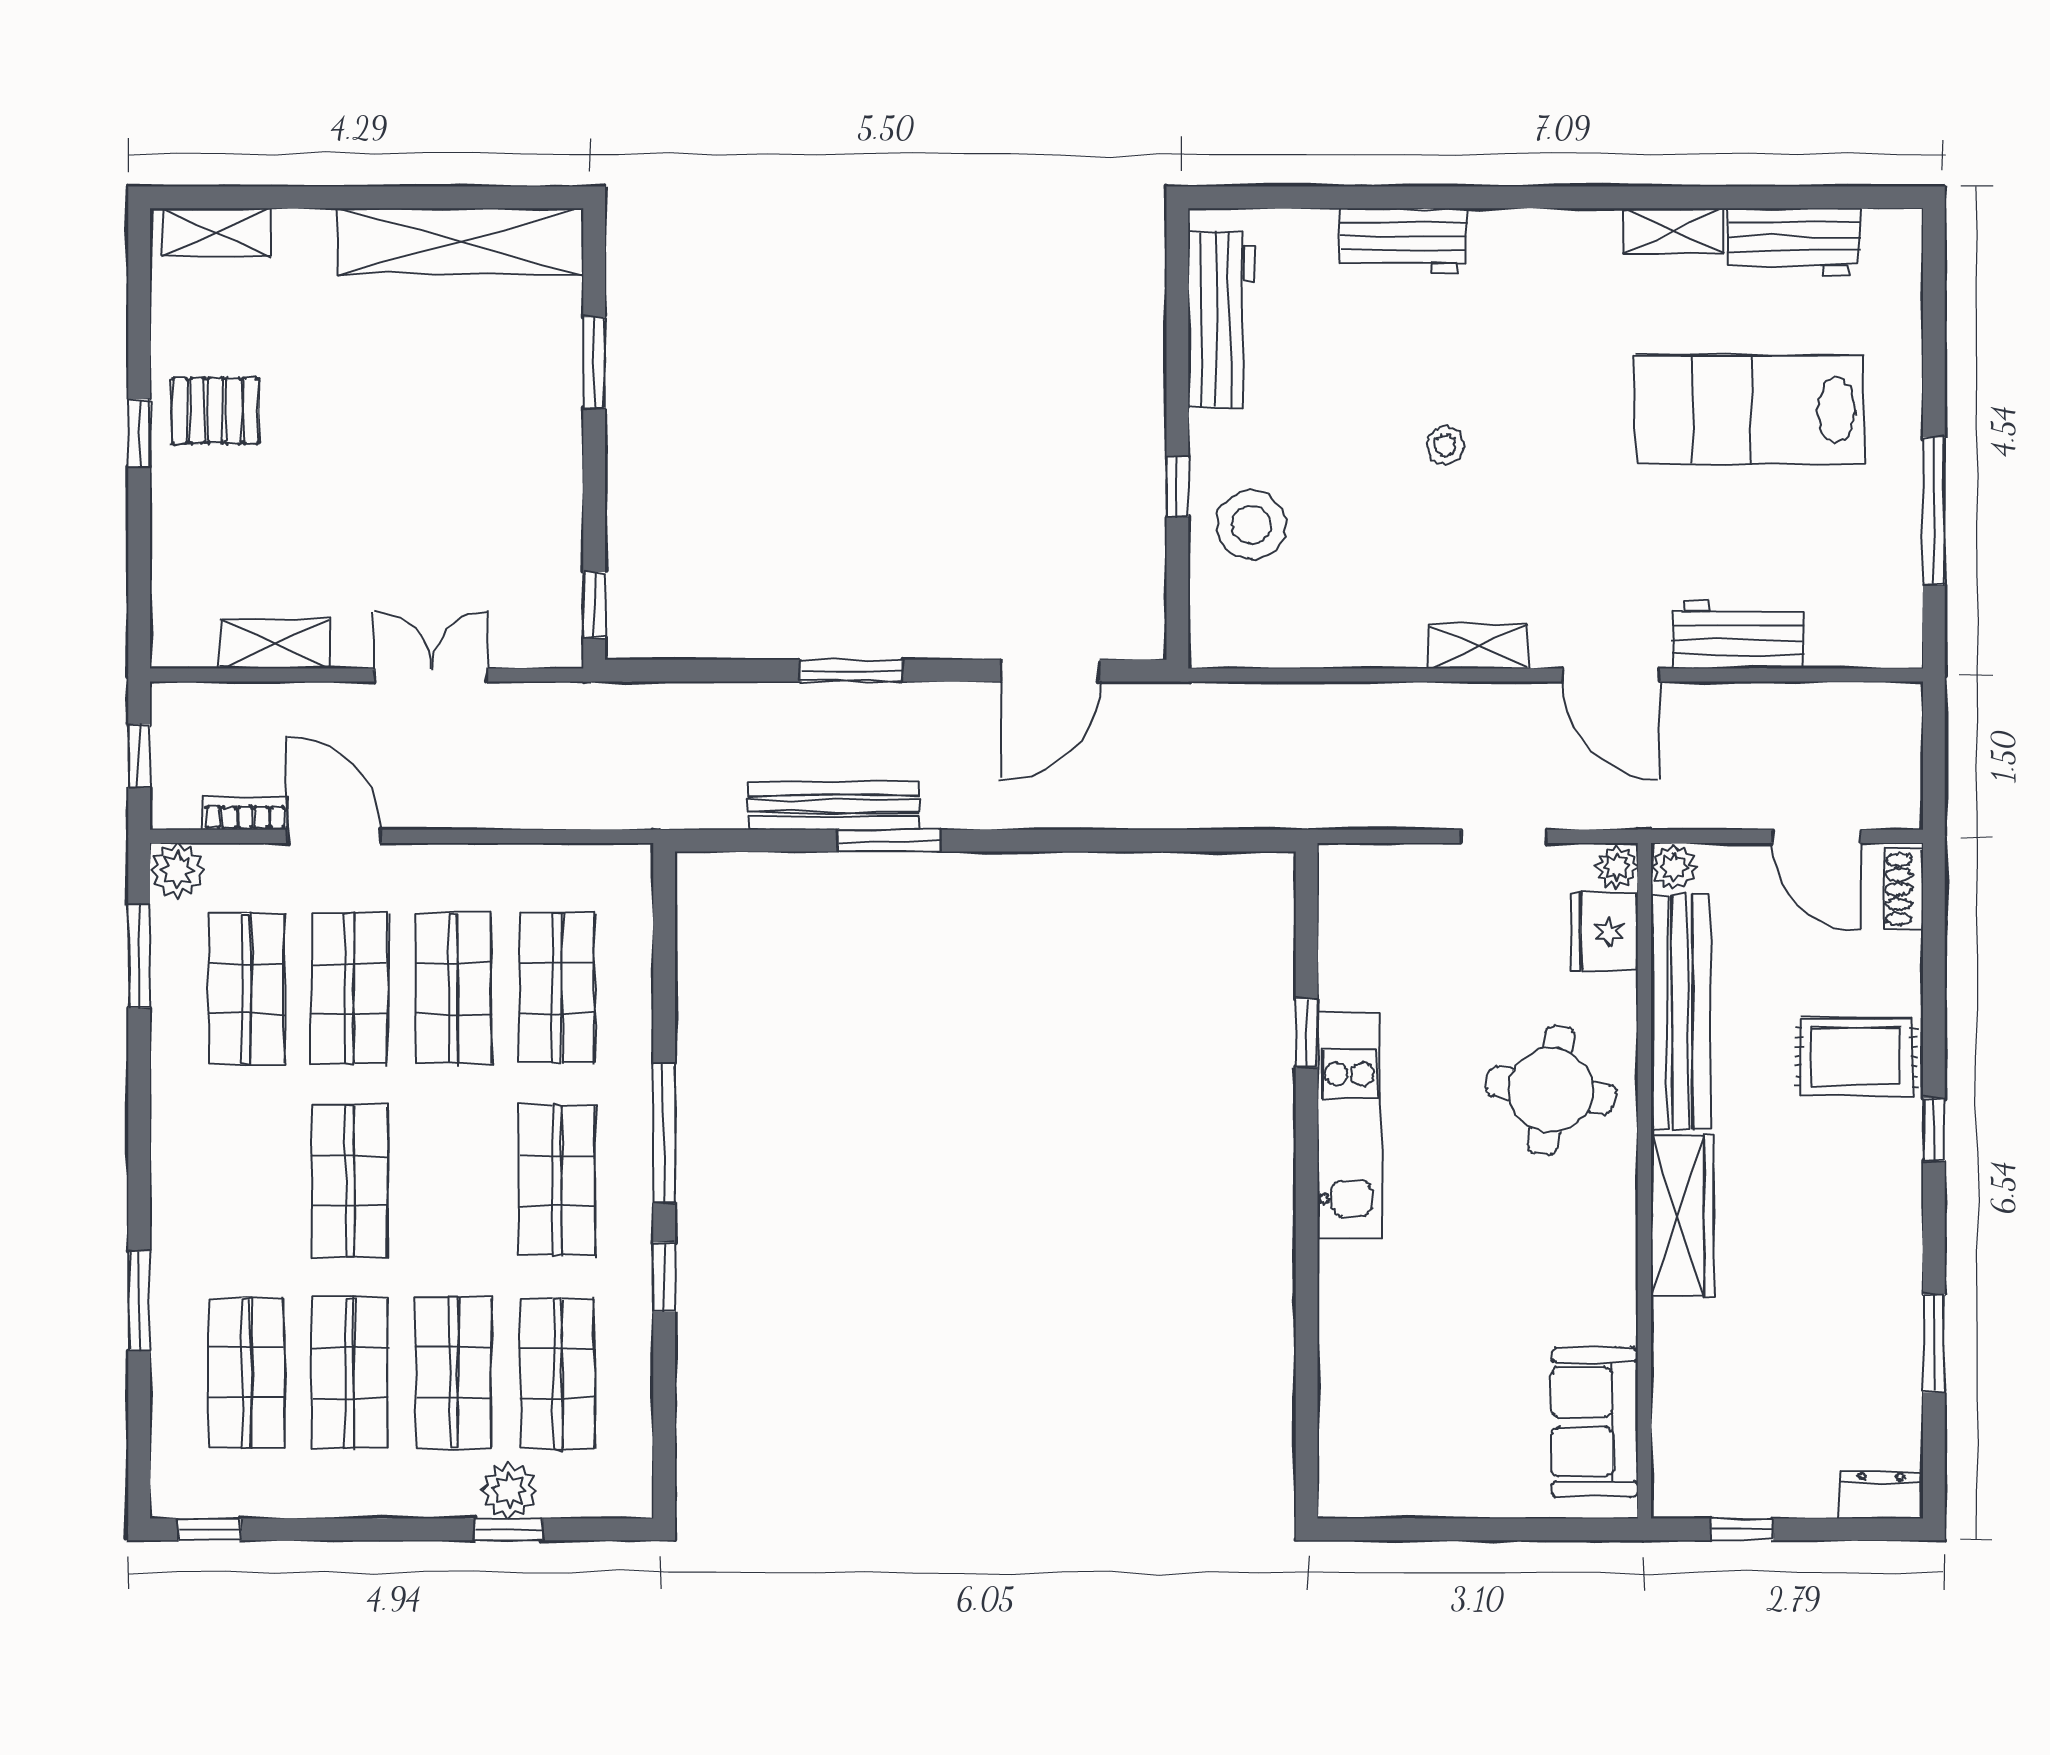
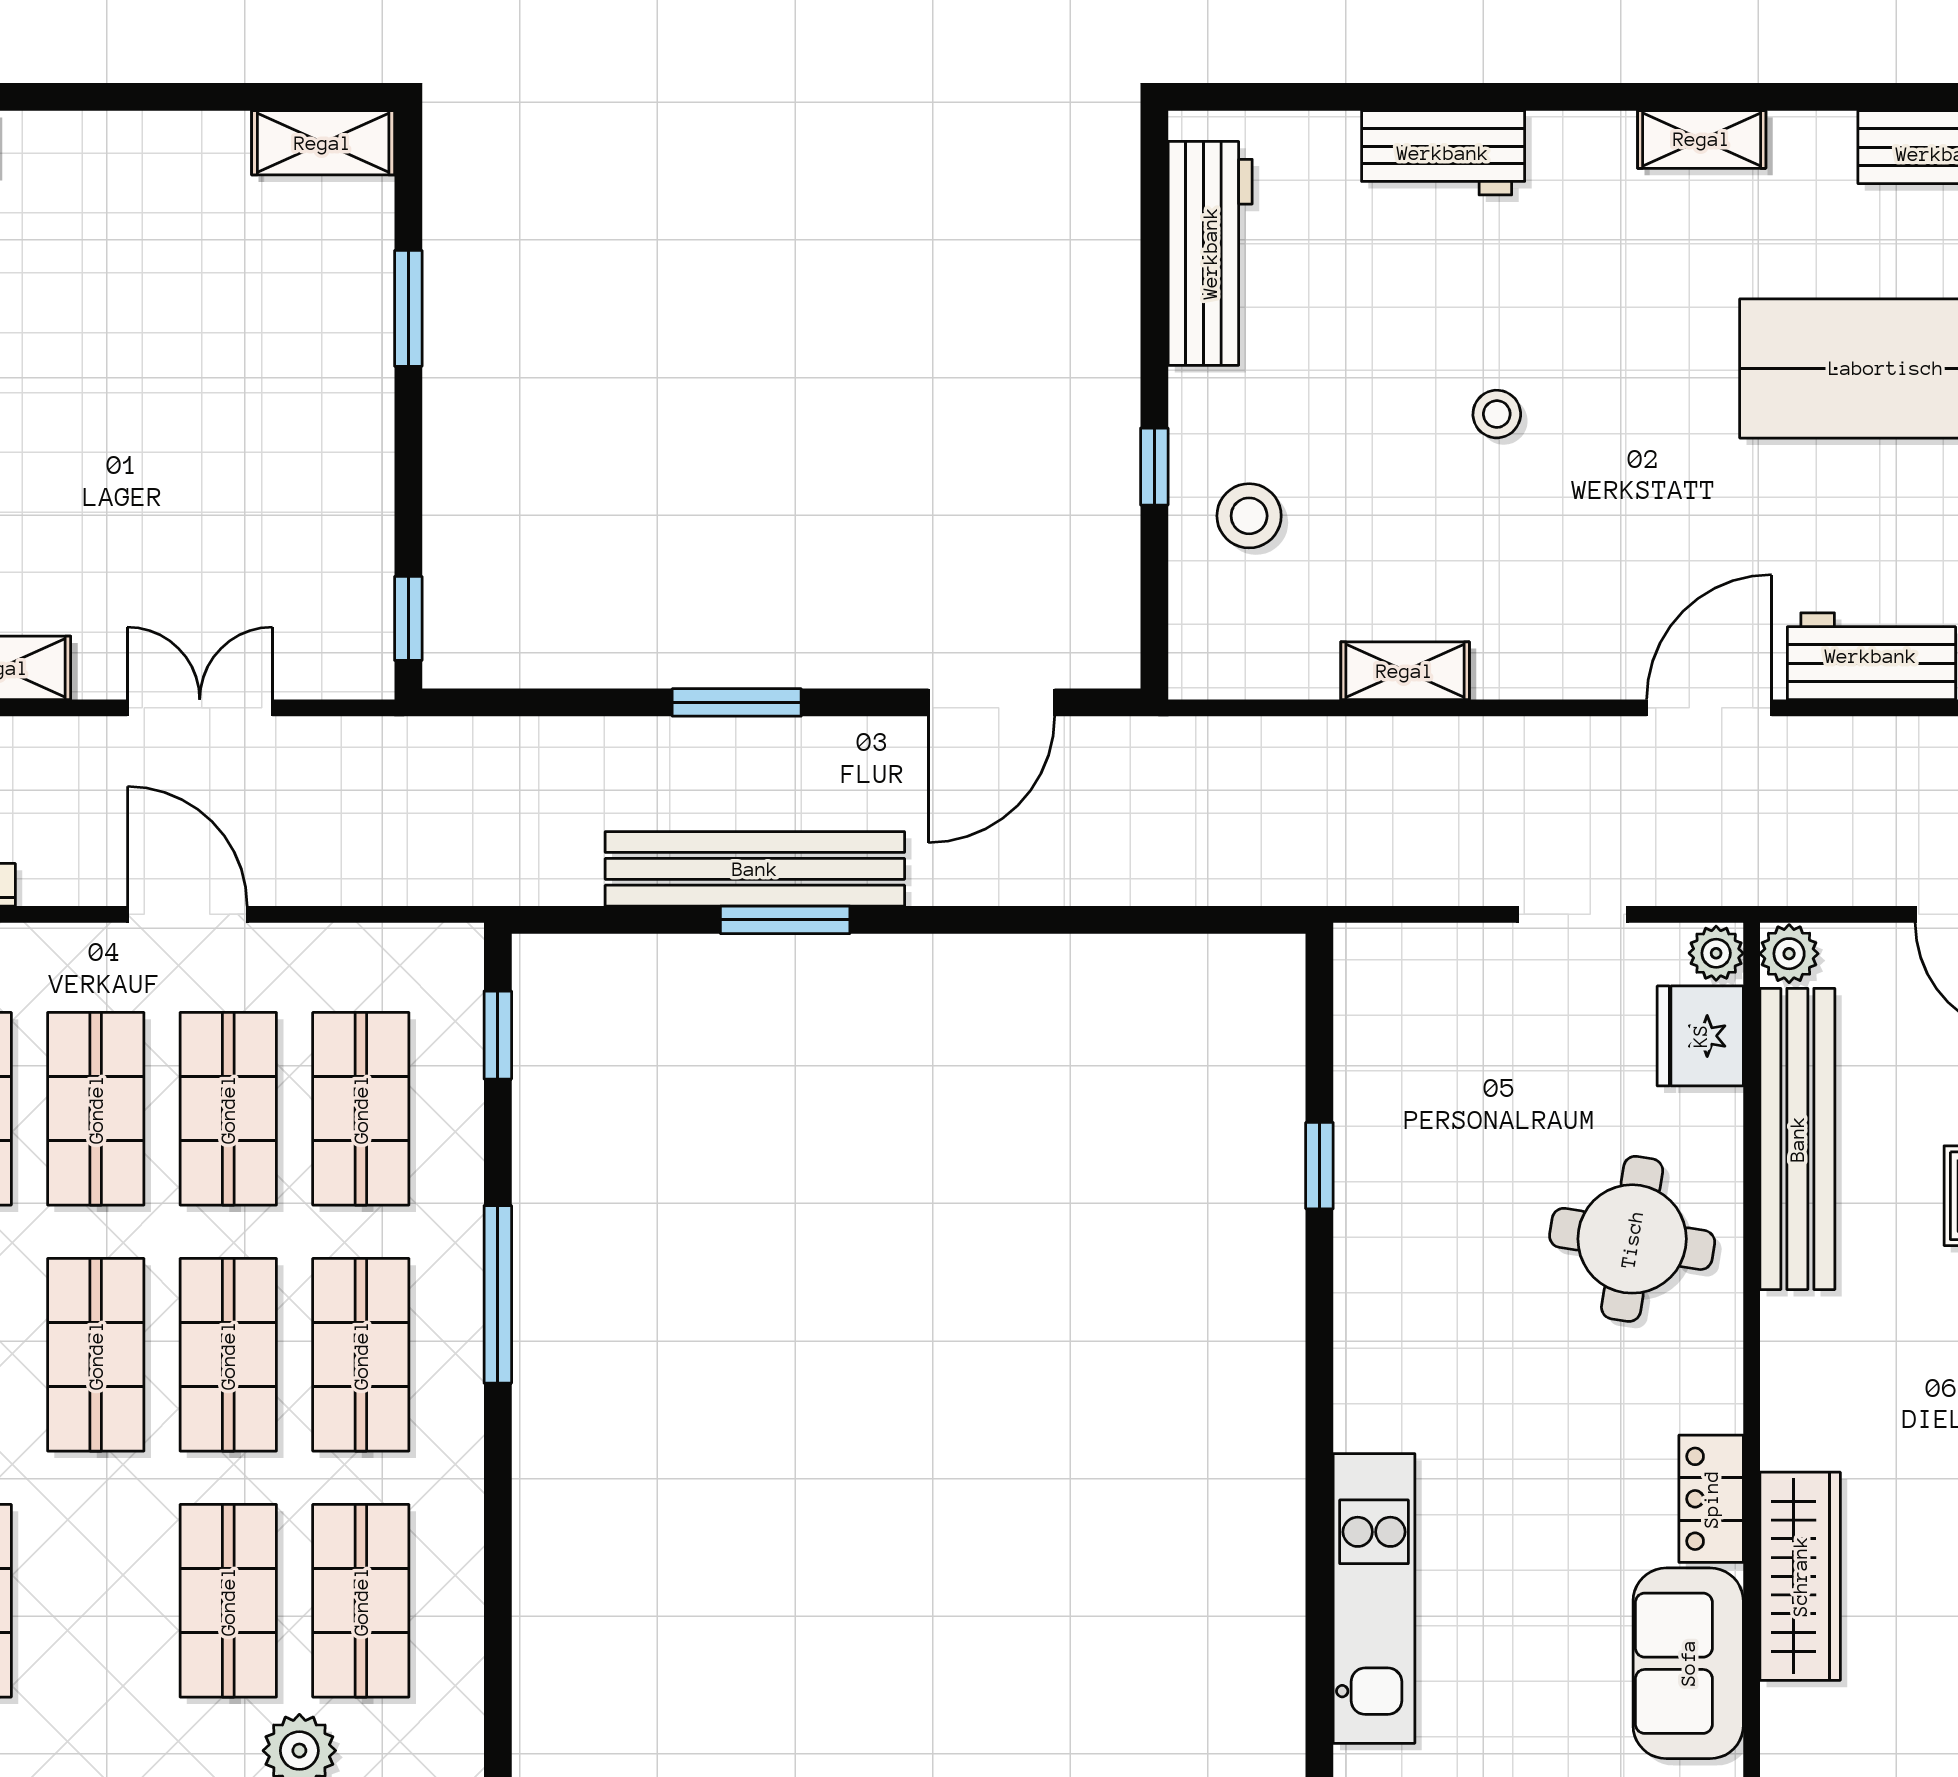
shelving: (1673, 231) -> (1702, 139), moved
shelving: (461, 242) -> (323, 143), width x0.45, depth x0.75
stool: (1252, 525) -> (1249, 516), width x0.73, depth x0.73
shelving: (1478, 646) -> (1405, 671), moved
door: (1611, 675) -> (1709, 708), swing flipped
bench: (834, 806) -> (755, 869), width x1.37, depth x1.21
door: (334, 836) -> (187, 914), moved
kitchen unit: (1349, 1126) -> (1374, 1598), moved
wardrobe: (1682, 1215) -> (1800, 1576), moved
window: (664, 1277) -> (498, 1035), moved
locker: (1613, 1293) -> (1711, 1499), added
shop shelf: (350, 1373) -> (228, 1355), moved

